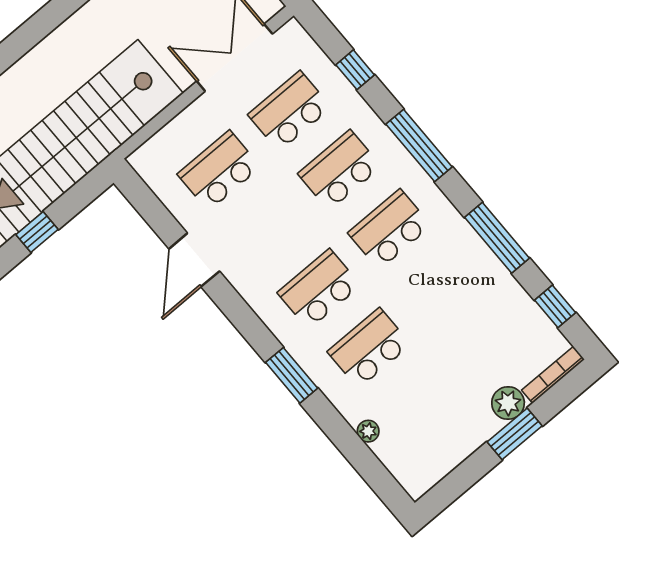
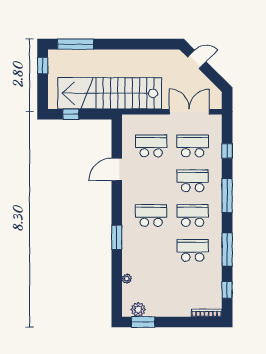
school desk: (369, 348) -> (193, 250), moved
plant: (508, 403) -> (138, 310), moved
window: (515, 434) -> (143, 322), moved

